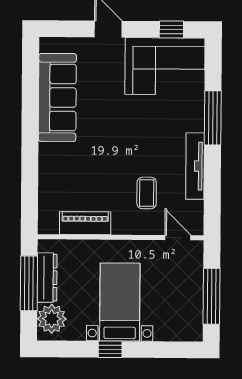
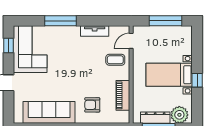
tv unit: (195, 166) -> (95, 31), width x0.71
armchair: (70, 171) -> (92, 105), added
coffee table: (147, 193) -> (115, 60), moved

